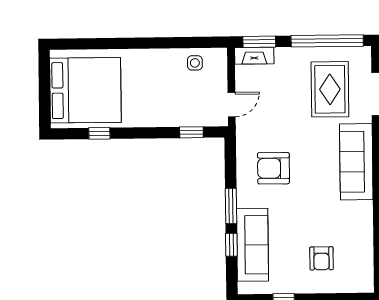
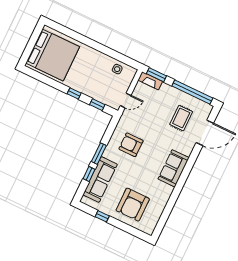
rug: (330, 89) -> (181, 118), width x0.73, depth x0.70
window: (99, 133) -> (74, 93), moved
sofa: (356, 162) -> (174, 168), width x0.73
armchair: (321, 258) -> (133, 205), width x1.88, depth x1.88

